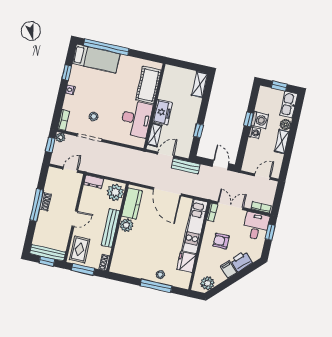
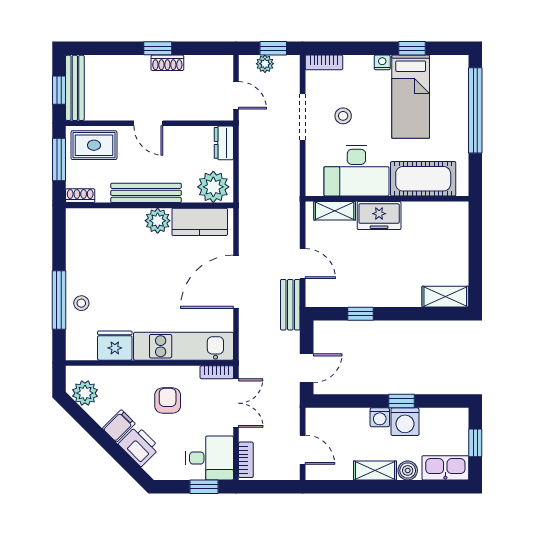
bed: (96, 59) -> (411, 97), moved
cot: (148, 85) -> (423, 179), moved
wall: (155, 106) -> (387, 199), moved
freezer: (162, 112) -> (379, 216), moved
desk: (136, 119) -> (356, 171), moved
shelving: (155, 135) -> (335, 211), moved
plant: (60, 137) -> (265, 64), moved
window: (37, 205) -> (158, 48), width x0.46

